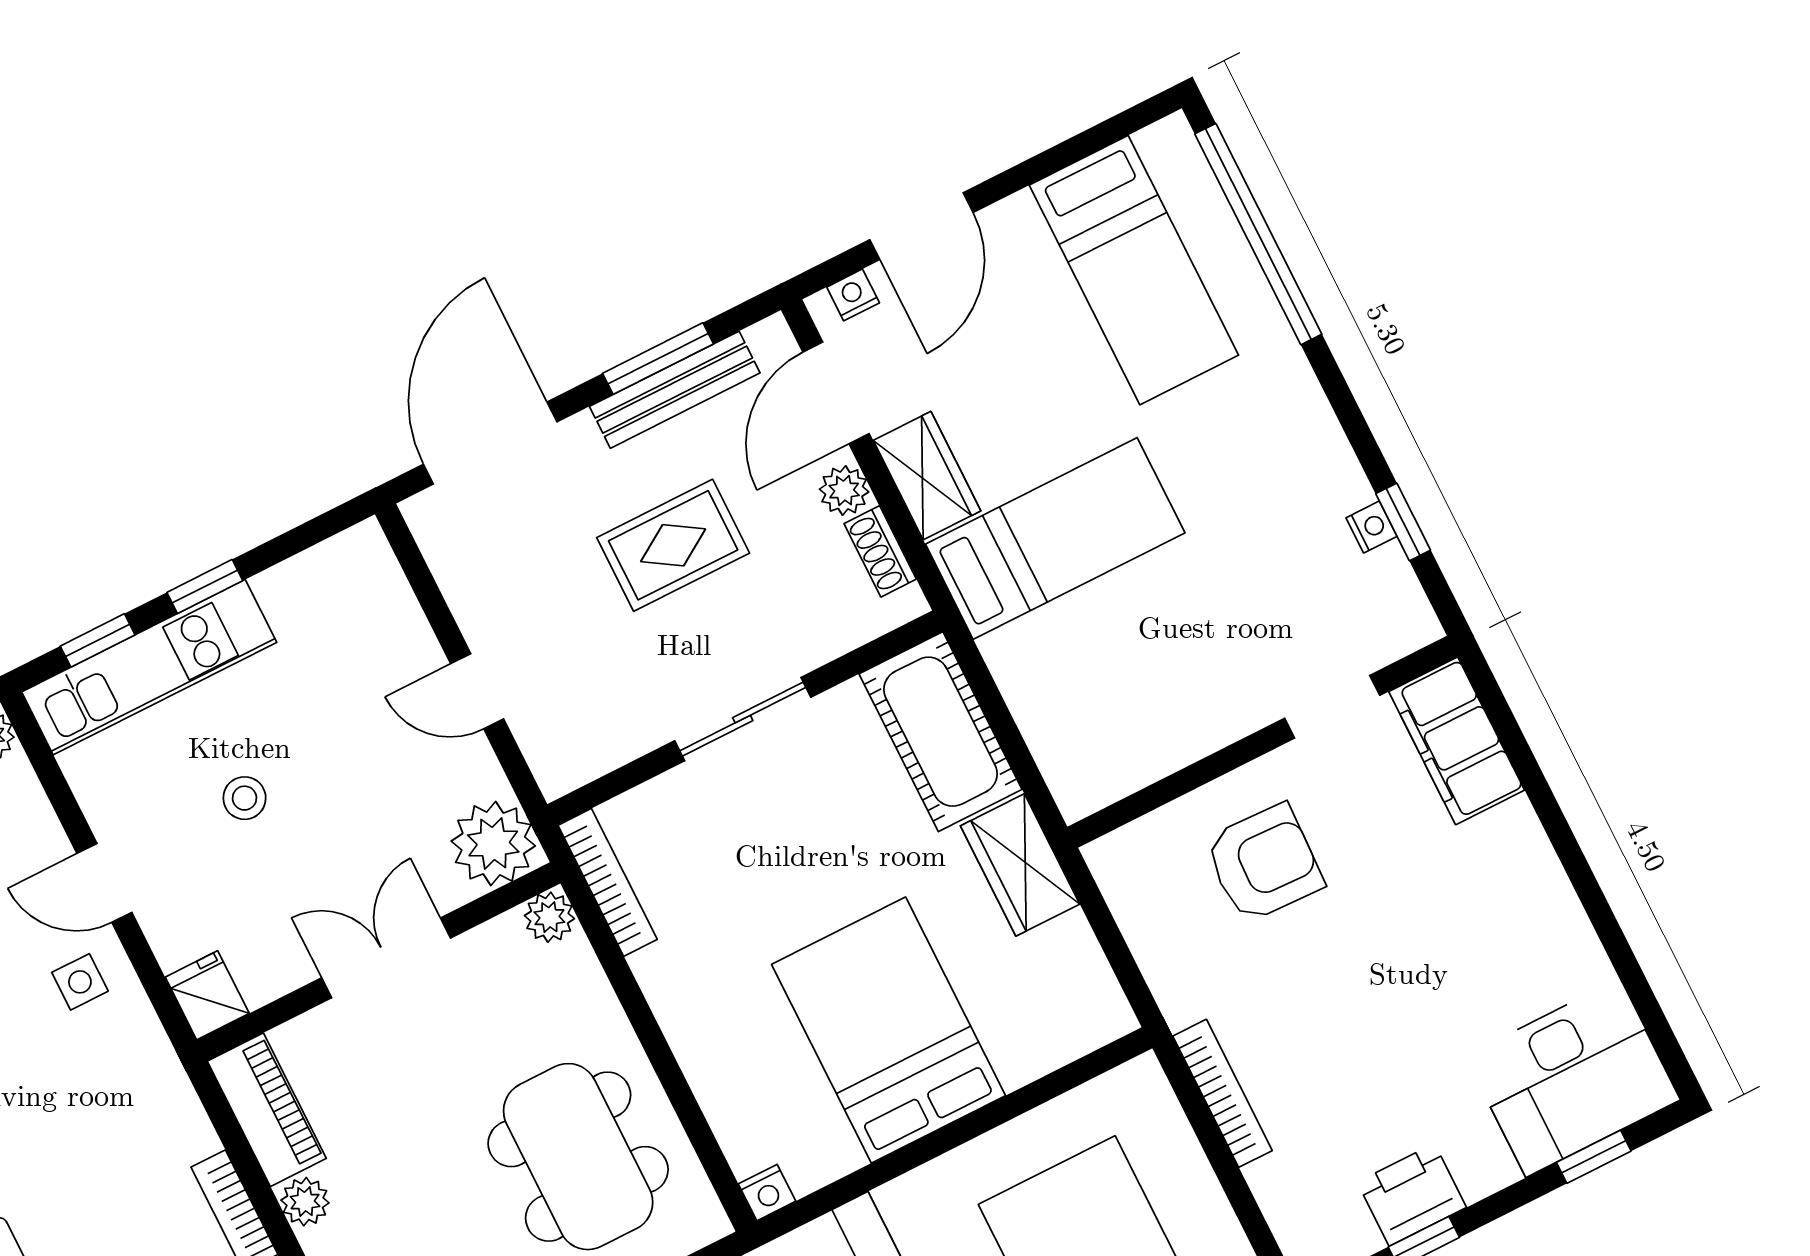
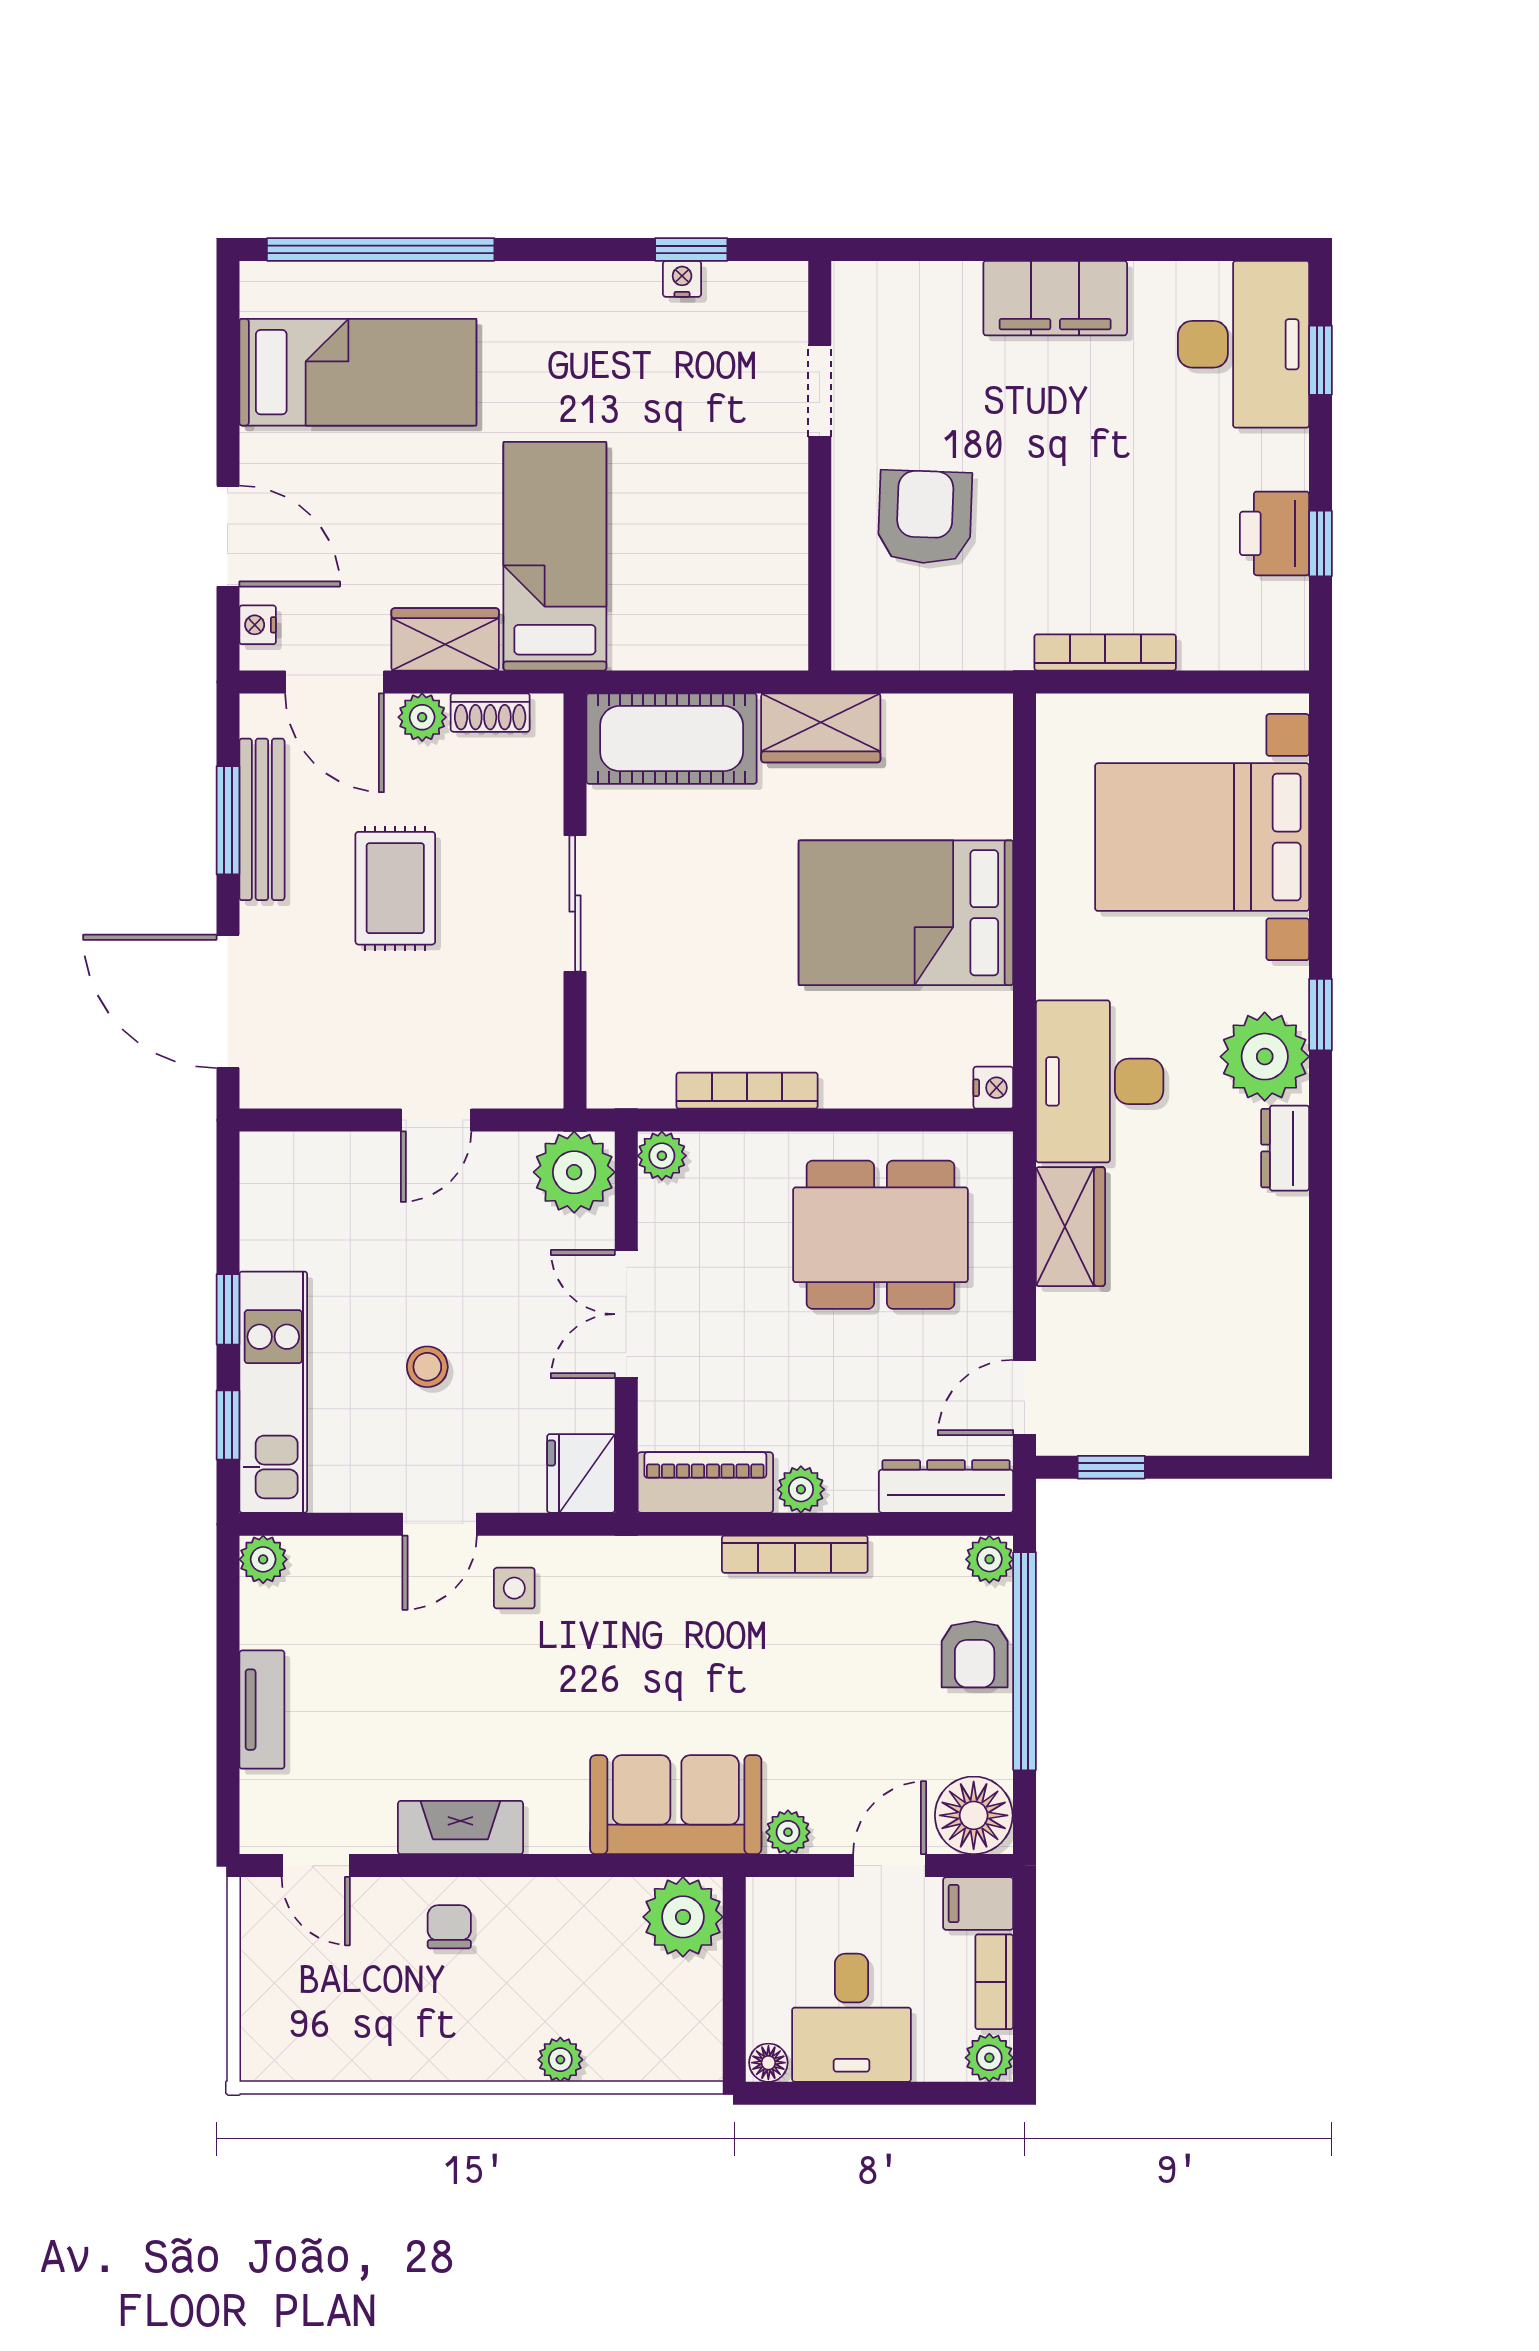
filing cabinet: (1457, 741) -> (1055, 298), moved
bookcase: (608, 882) -> (747, 1091), moved
fridge: (207, 995) -> (581, 1473), width x1.38

